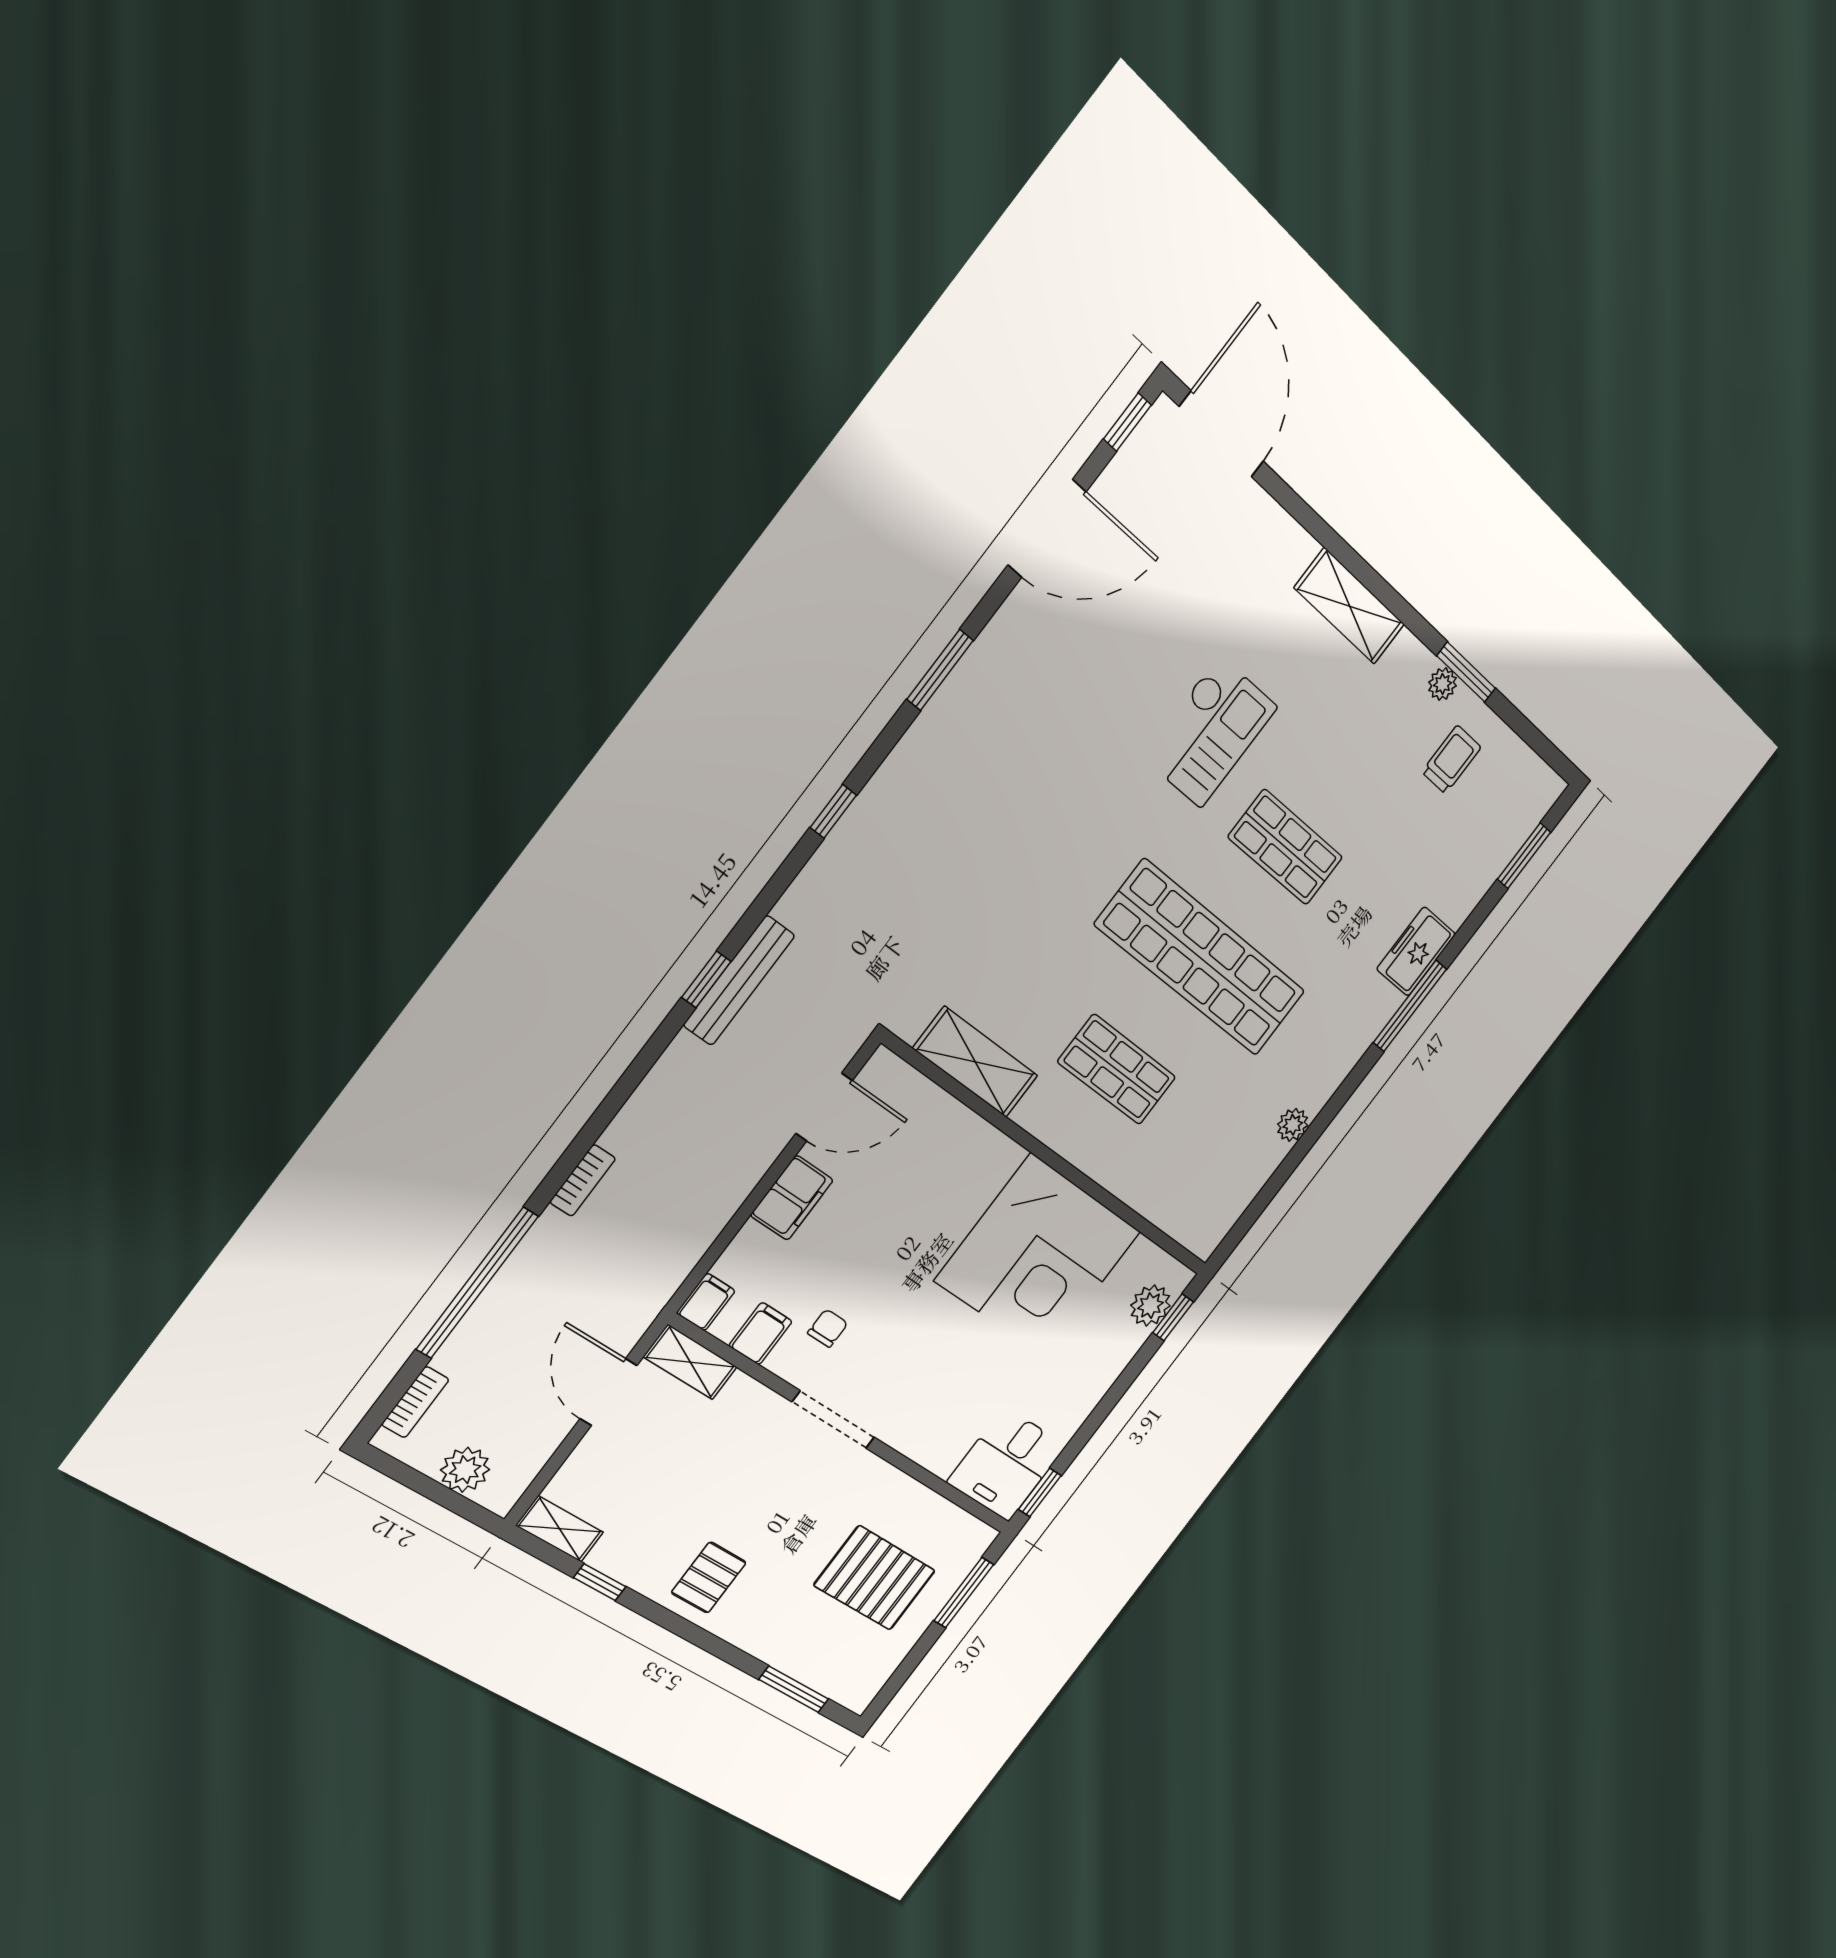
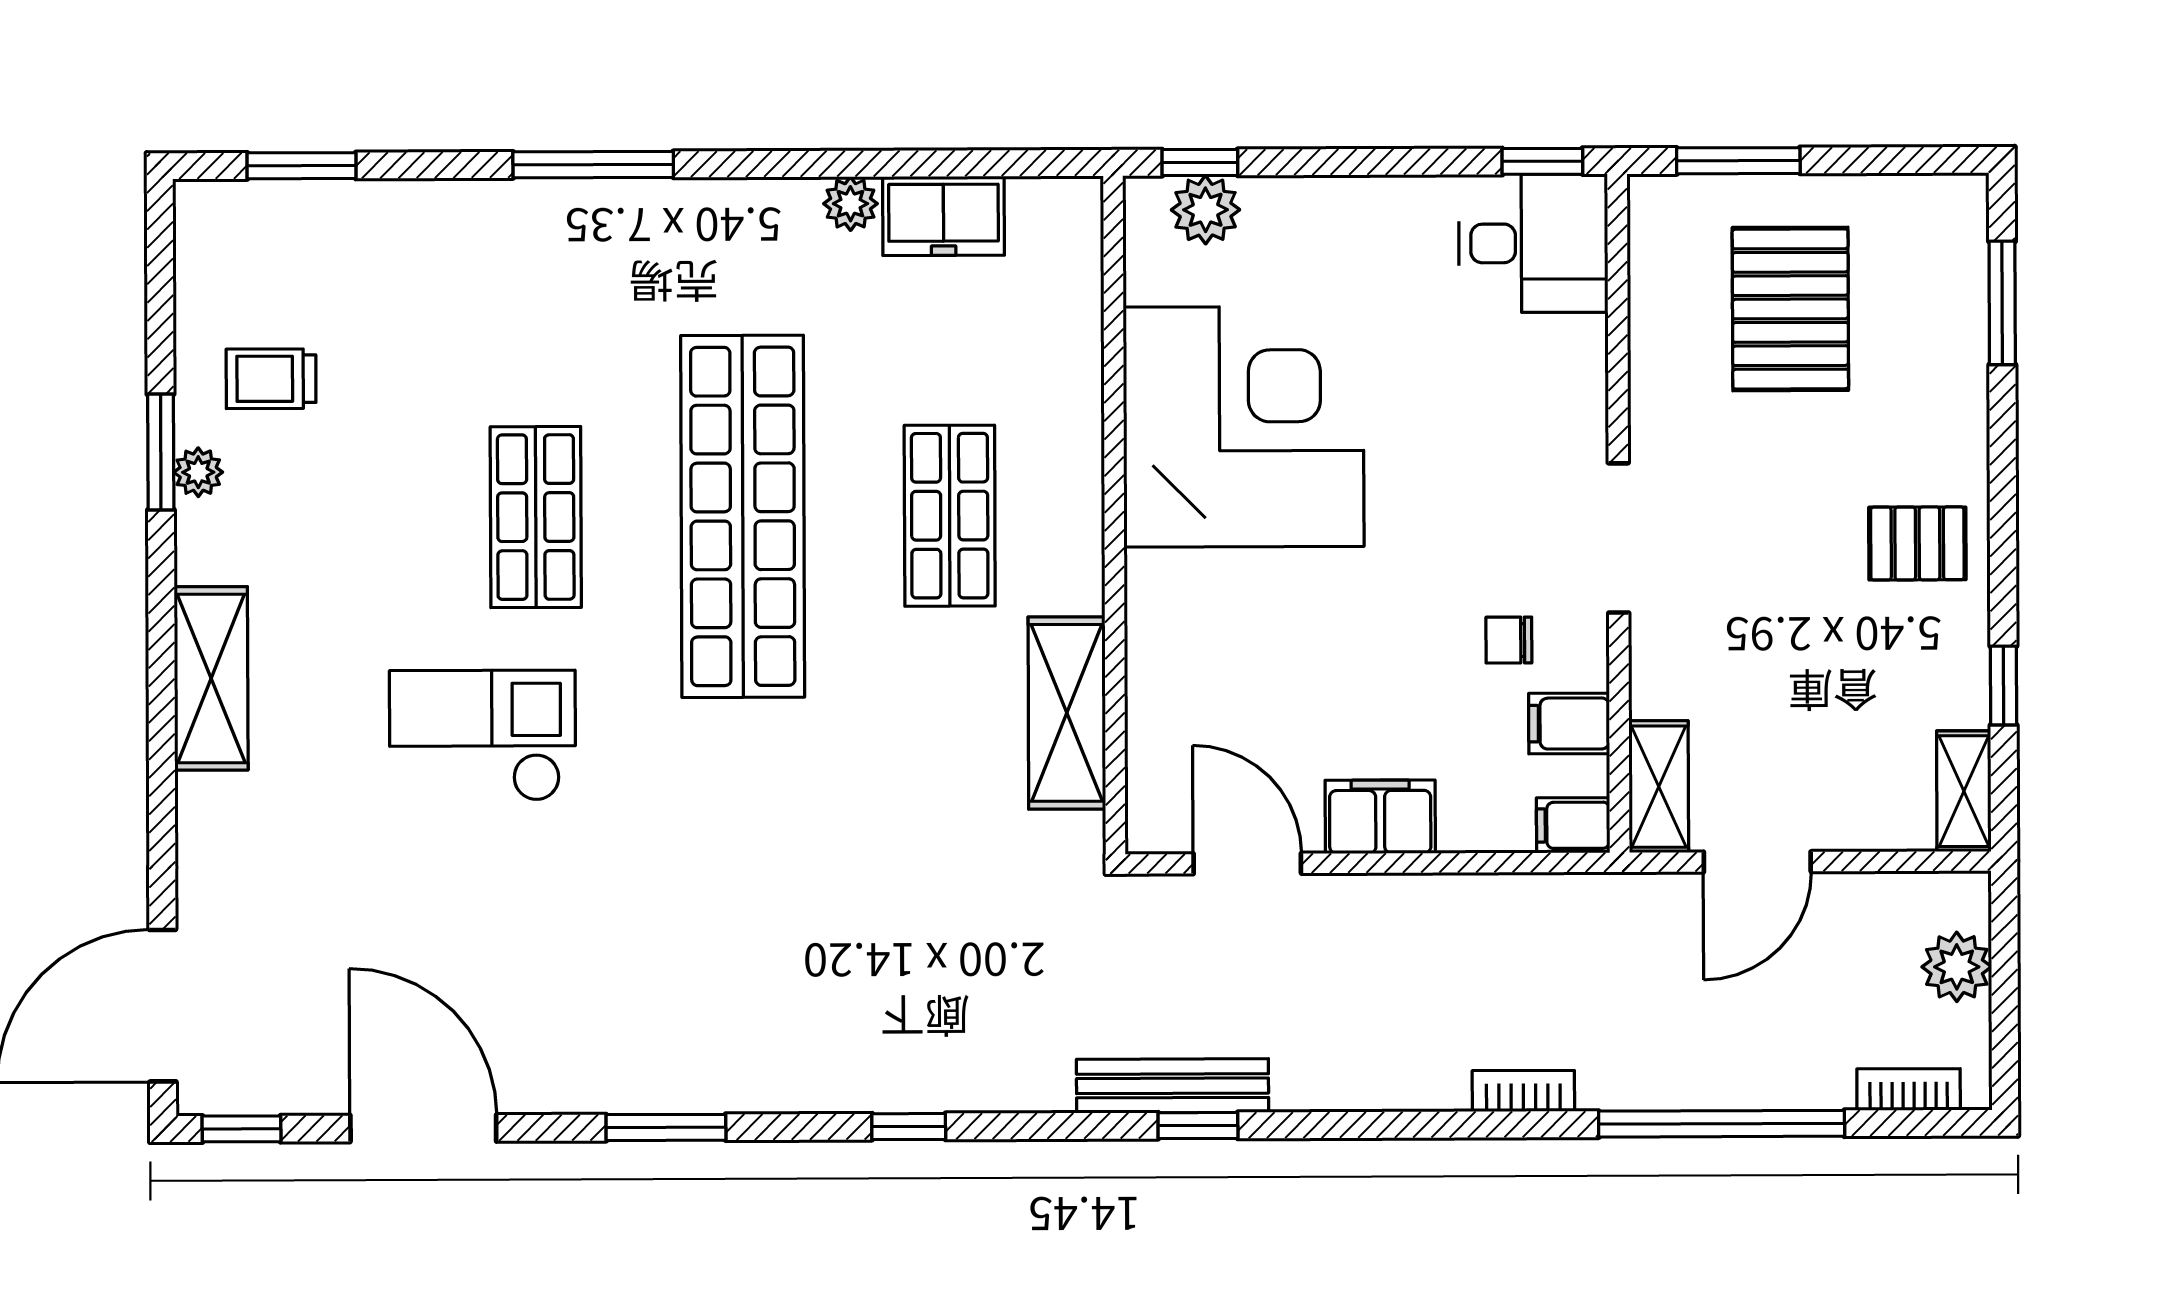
freezer: (1416, 951) -> (943, 216), moved

